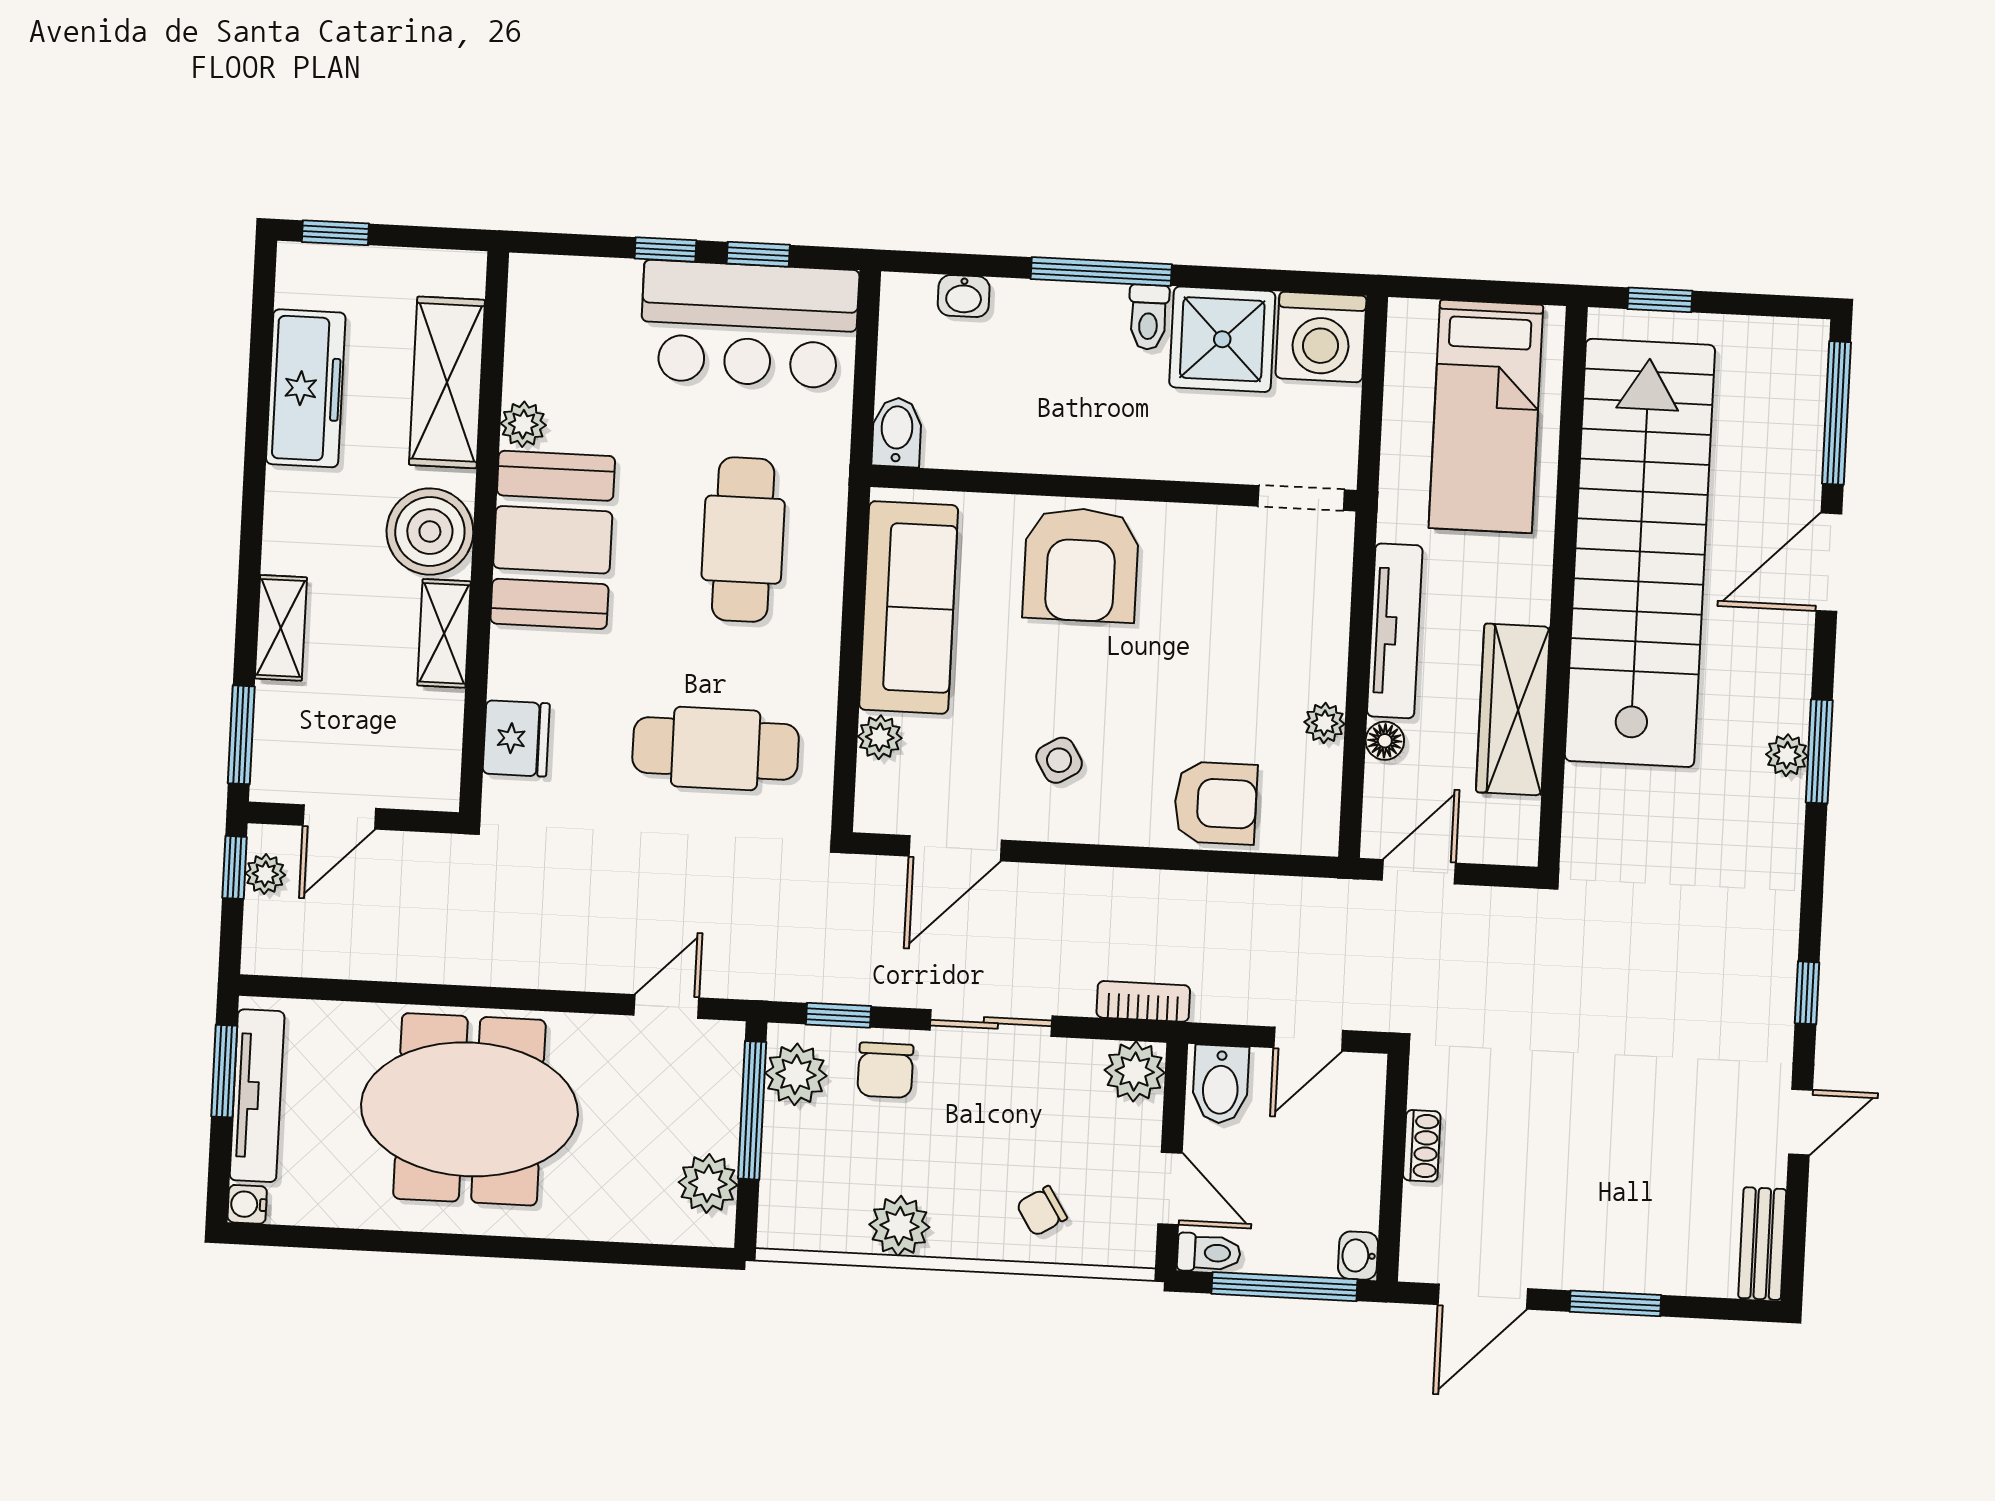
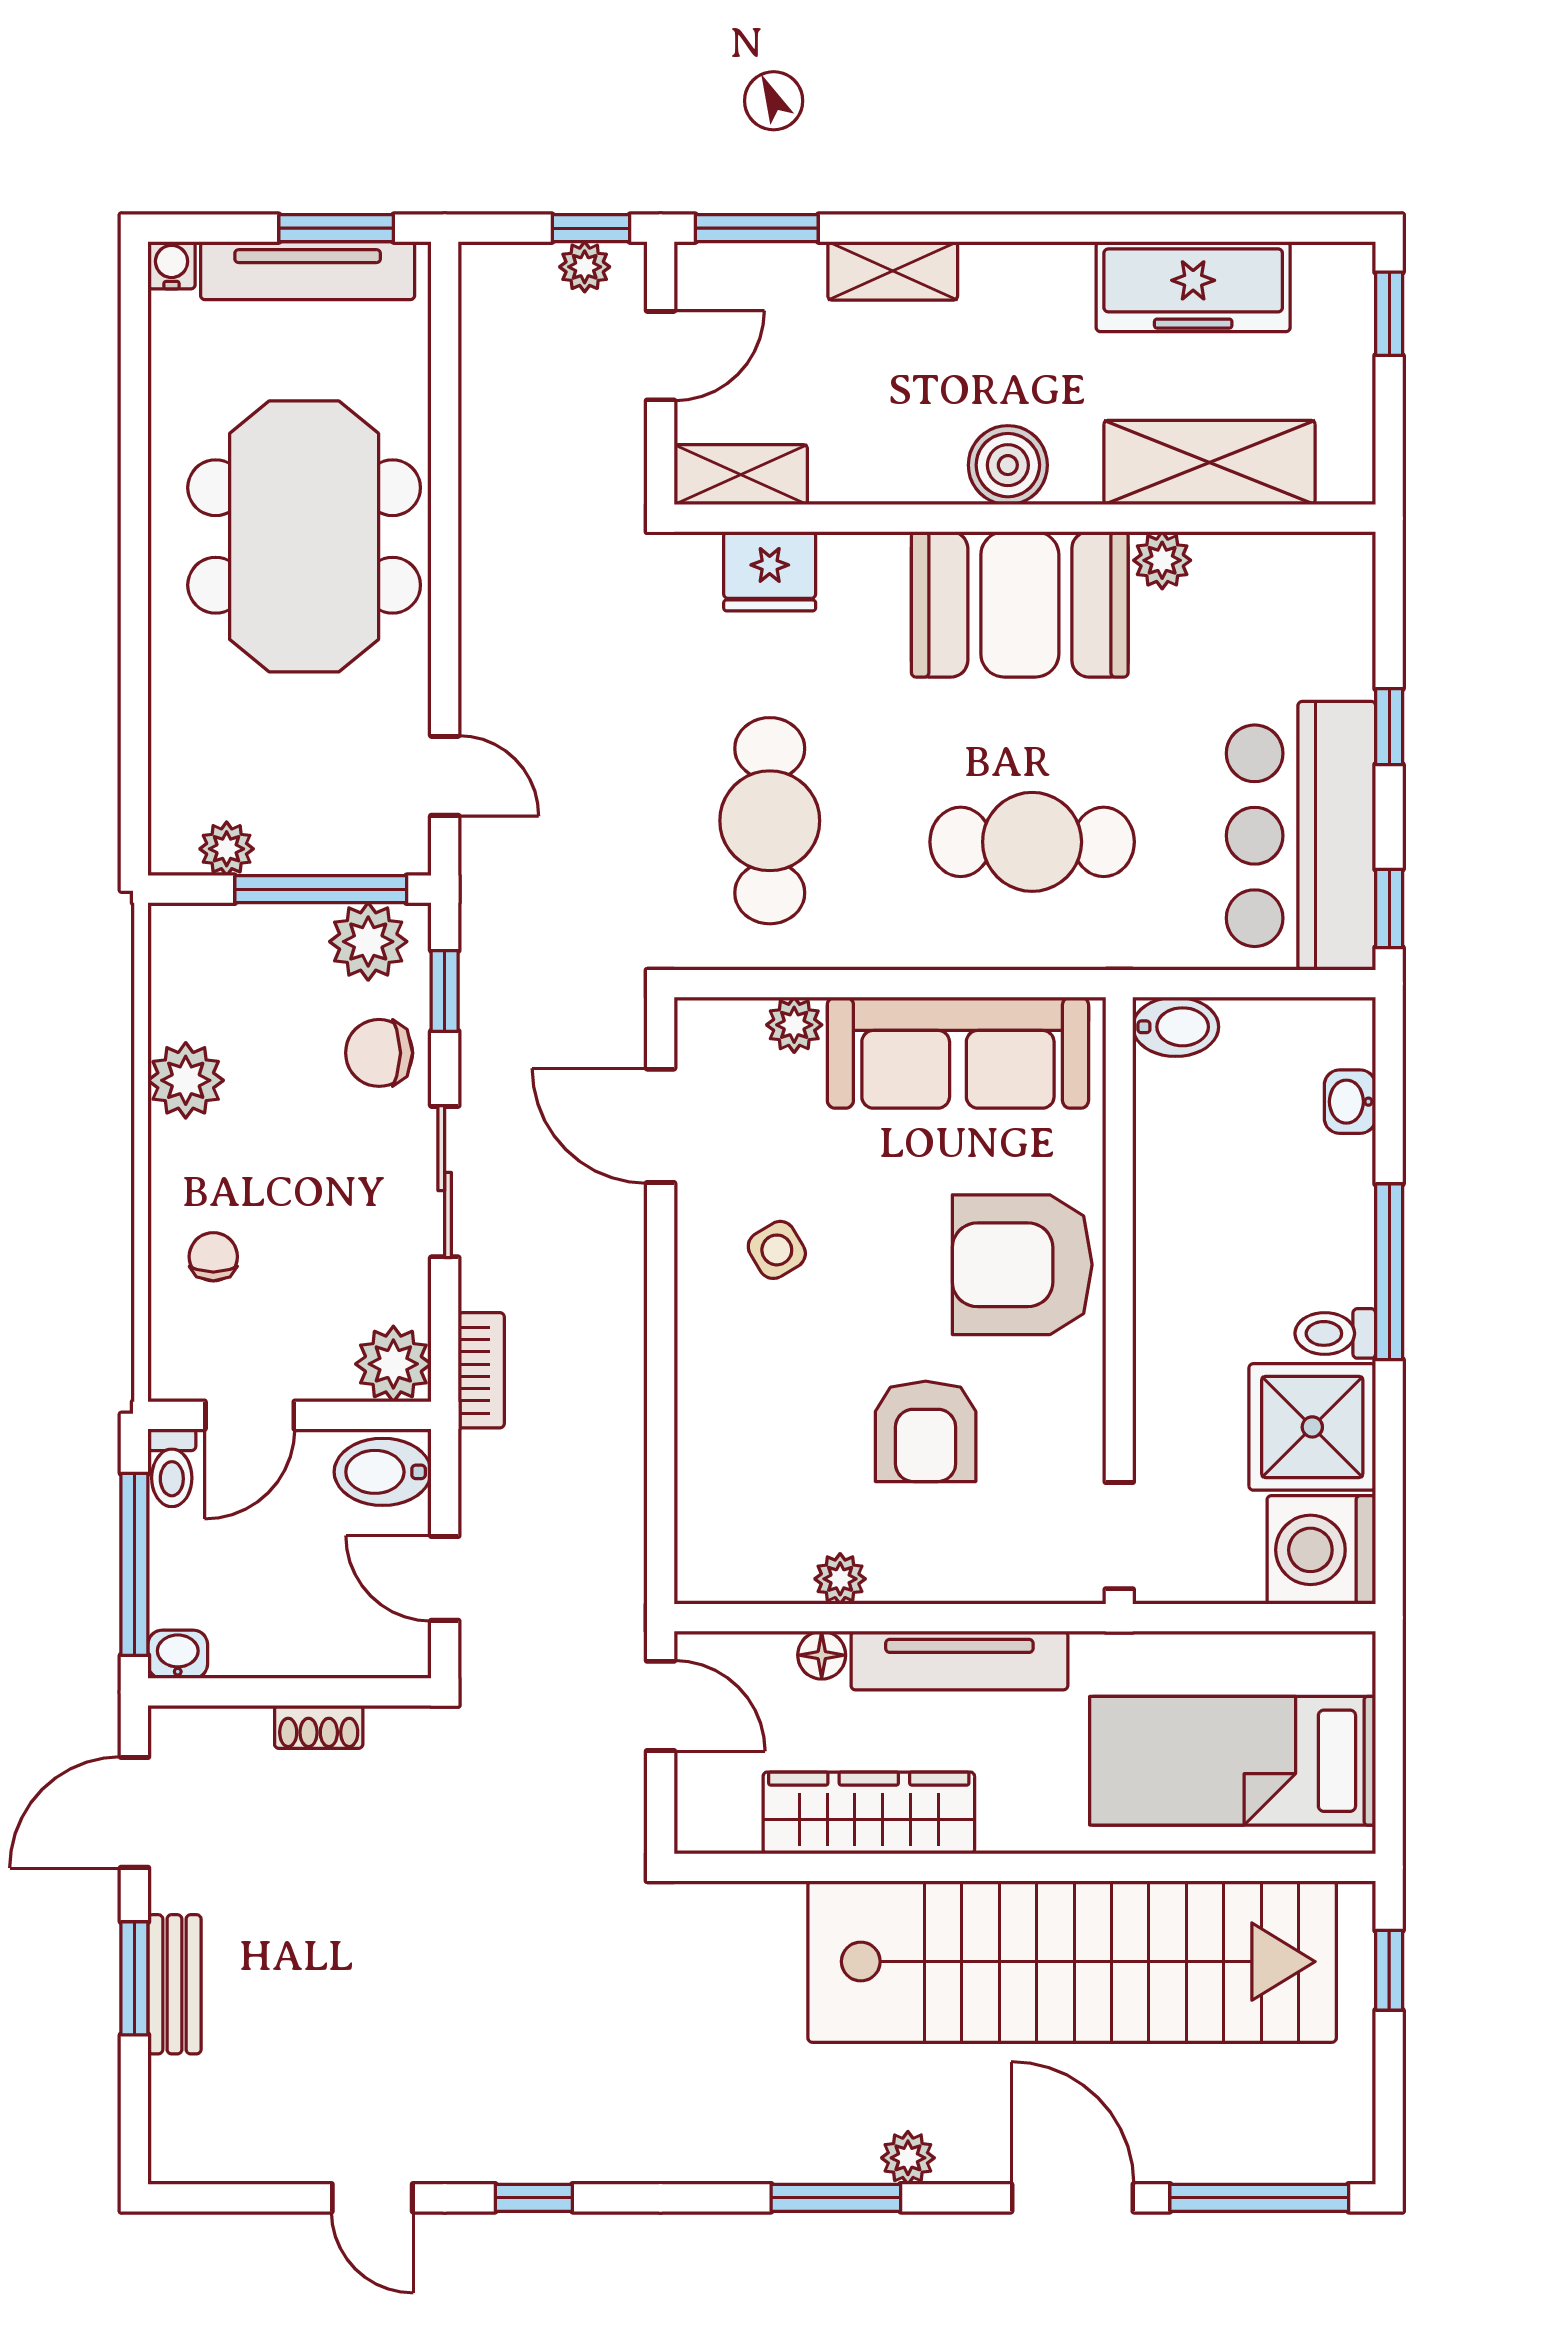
window: (758, 254) -> (1389, 908), moved
boiler: (430, 532) -> (1008, 465), width x0.73, depth x0.73
shelving: (444, 633) -> (741, 475), moved
plant: (1787, 755) -> (908, 2158), moved
armchair: (1216, 803) -> (926, 1431), moved
door: (339, 817) -> (661, 356), swing flipped
plant: (708, 1184) -> (227, 849), width x0.73, depth x0.73
chair: (1042, 1211) -> (213, 1257), turned 32
bench: (1762, 1244) -> (174, 1984), moved, turned 90
door: (1483, 1297) -> (134, 1812), hinge flipped

